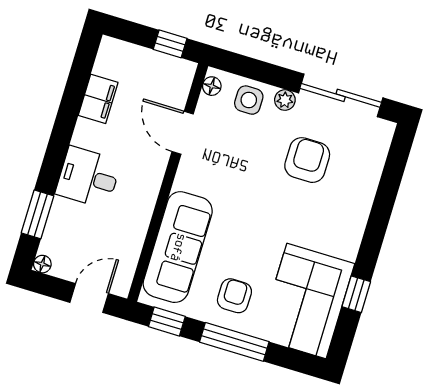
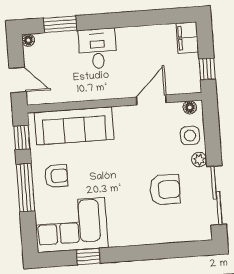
filing cabinet: (98, 99) -> (187, 38), moved, turned 90

